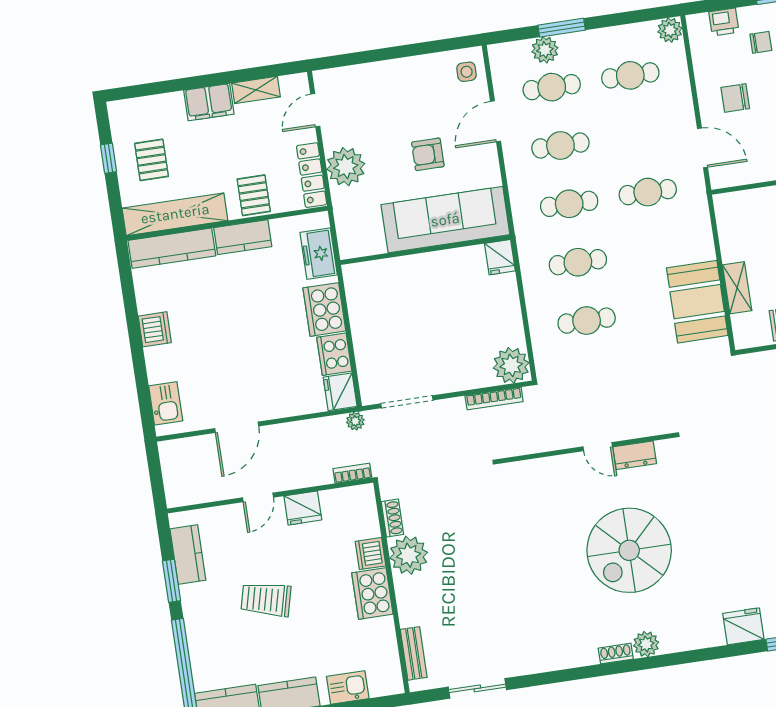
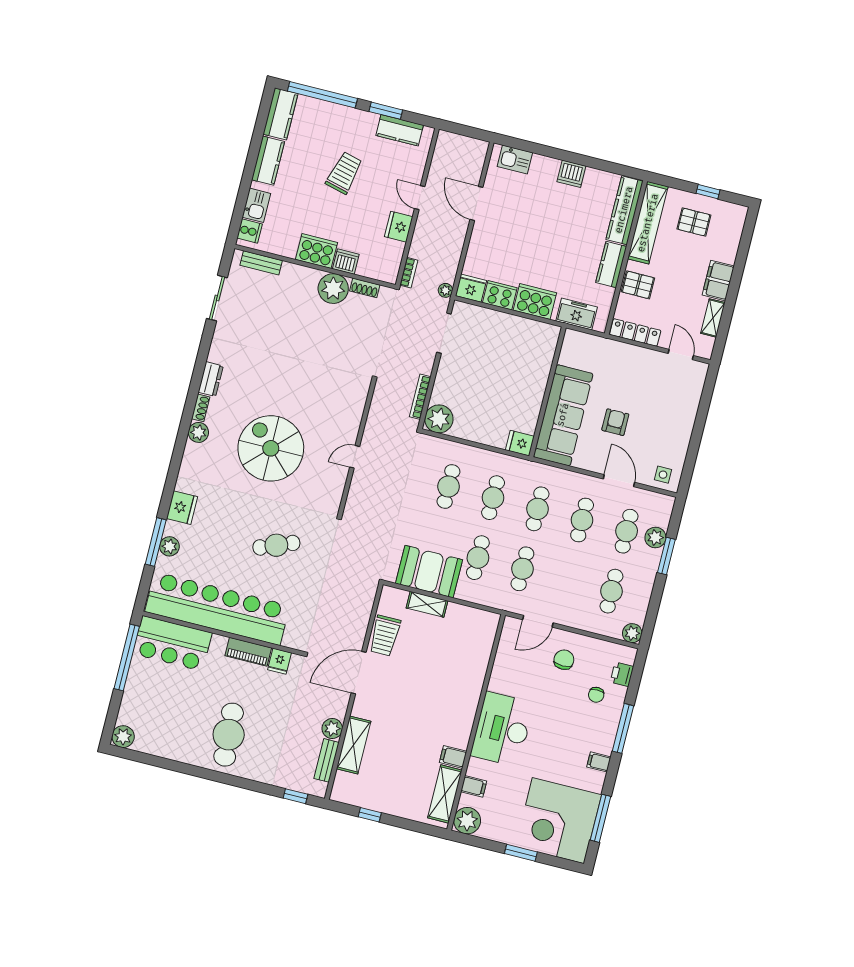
plant: (346, 167) -> (631, 360), removed
cafe table: (656, 250) -> (478, 558), added
dresser: (635, 455) -> (211, 379), moved, turned 180
cafe table: (741, 496) -> (276, 545), added
cooker: (382, 683) -> (250, 231), added

